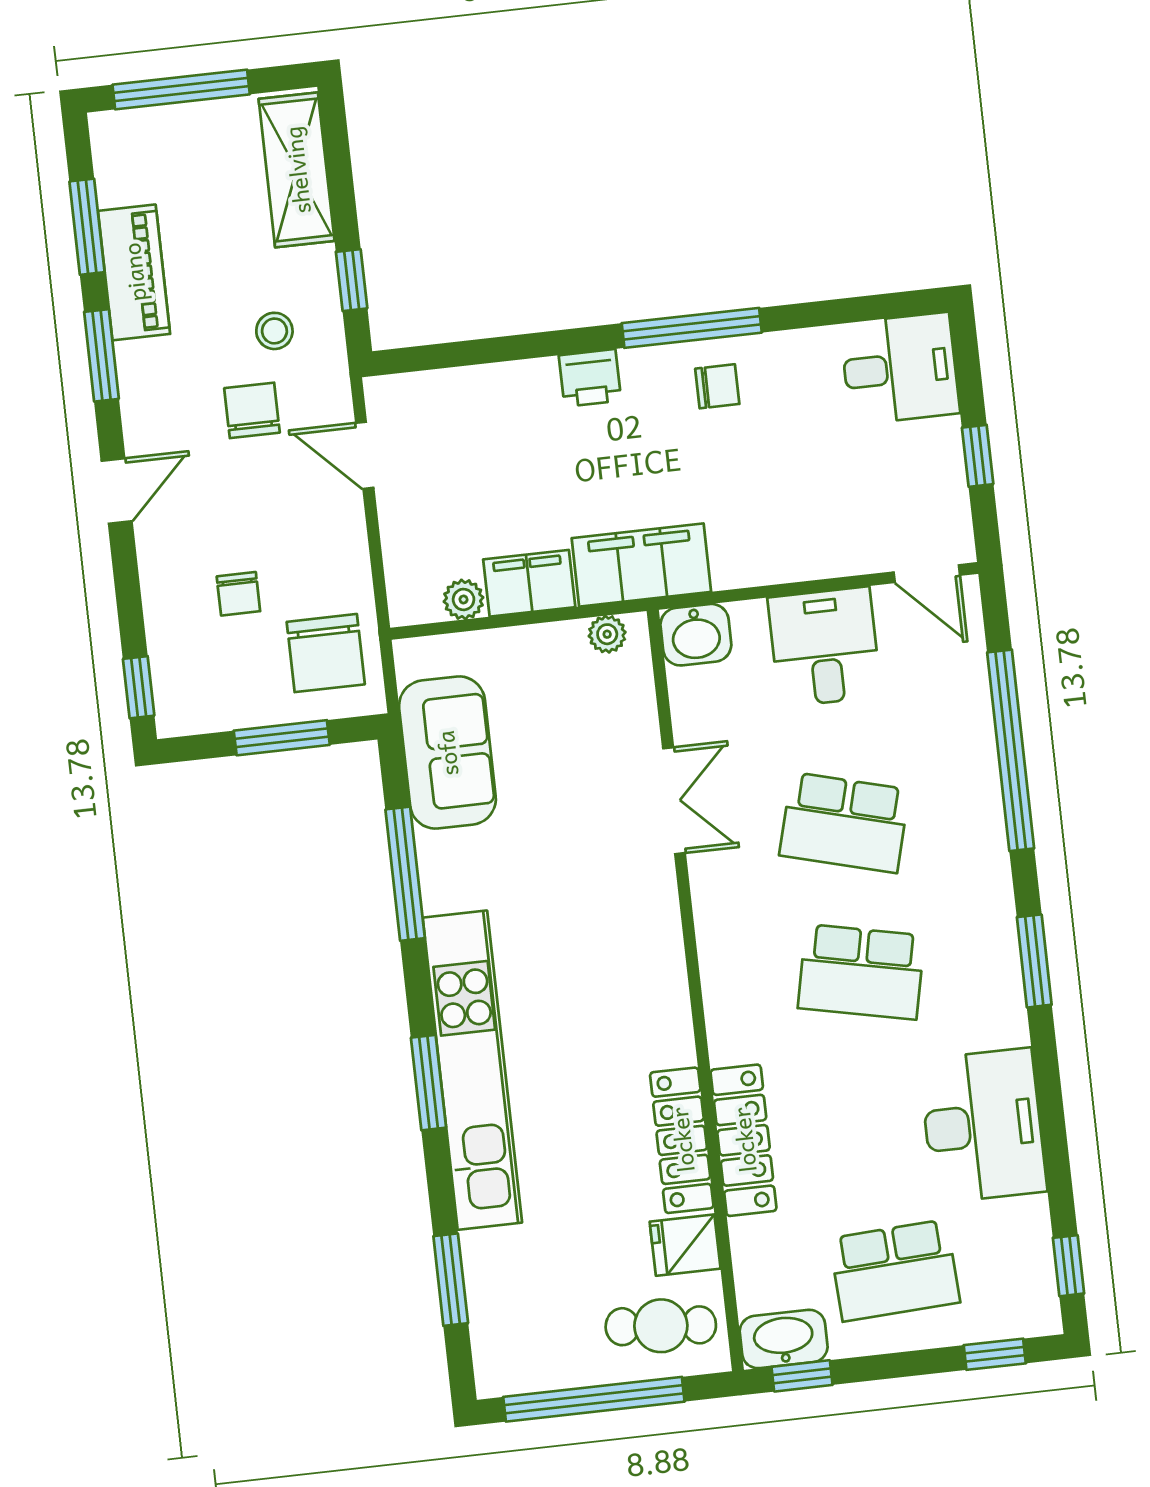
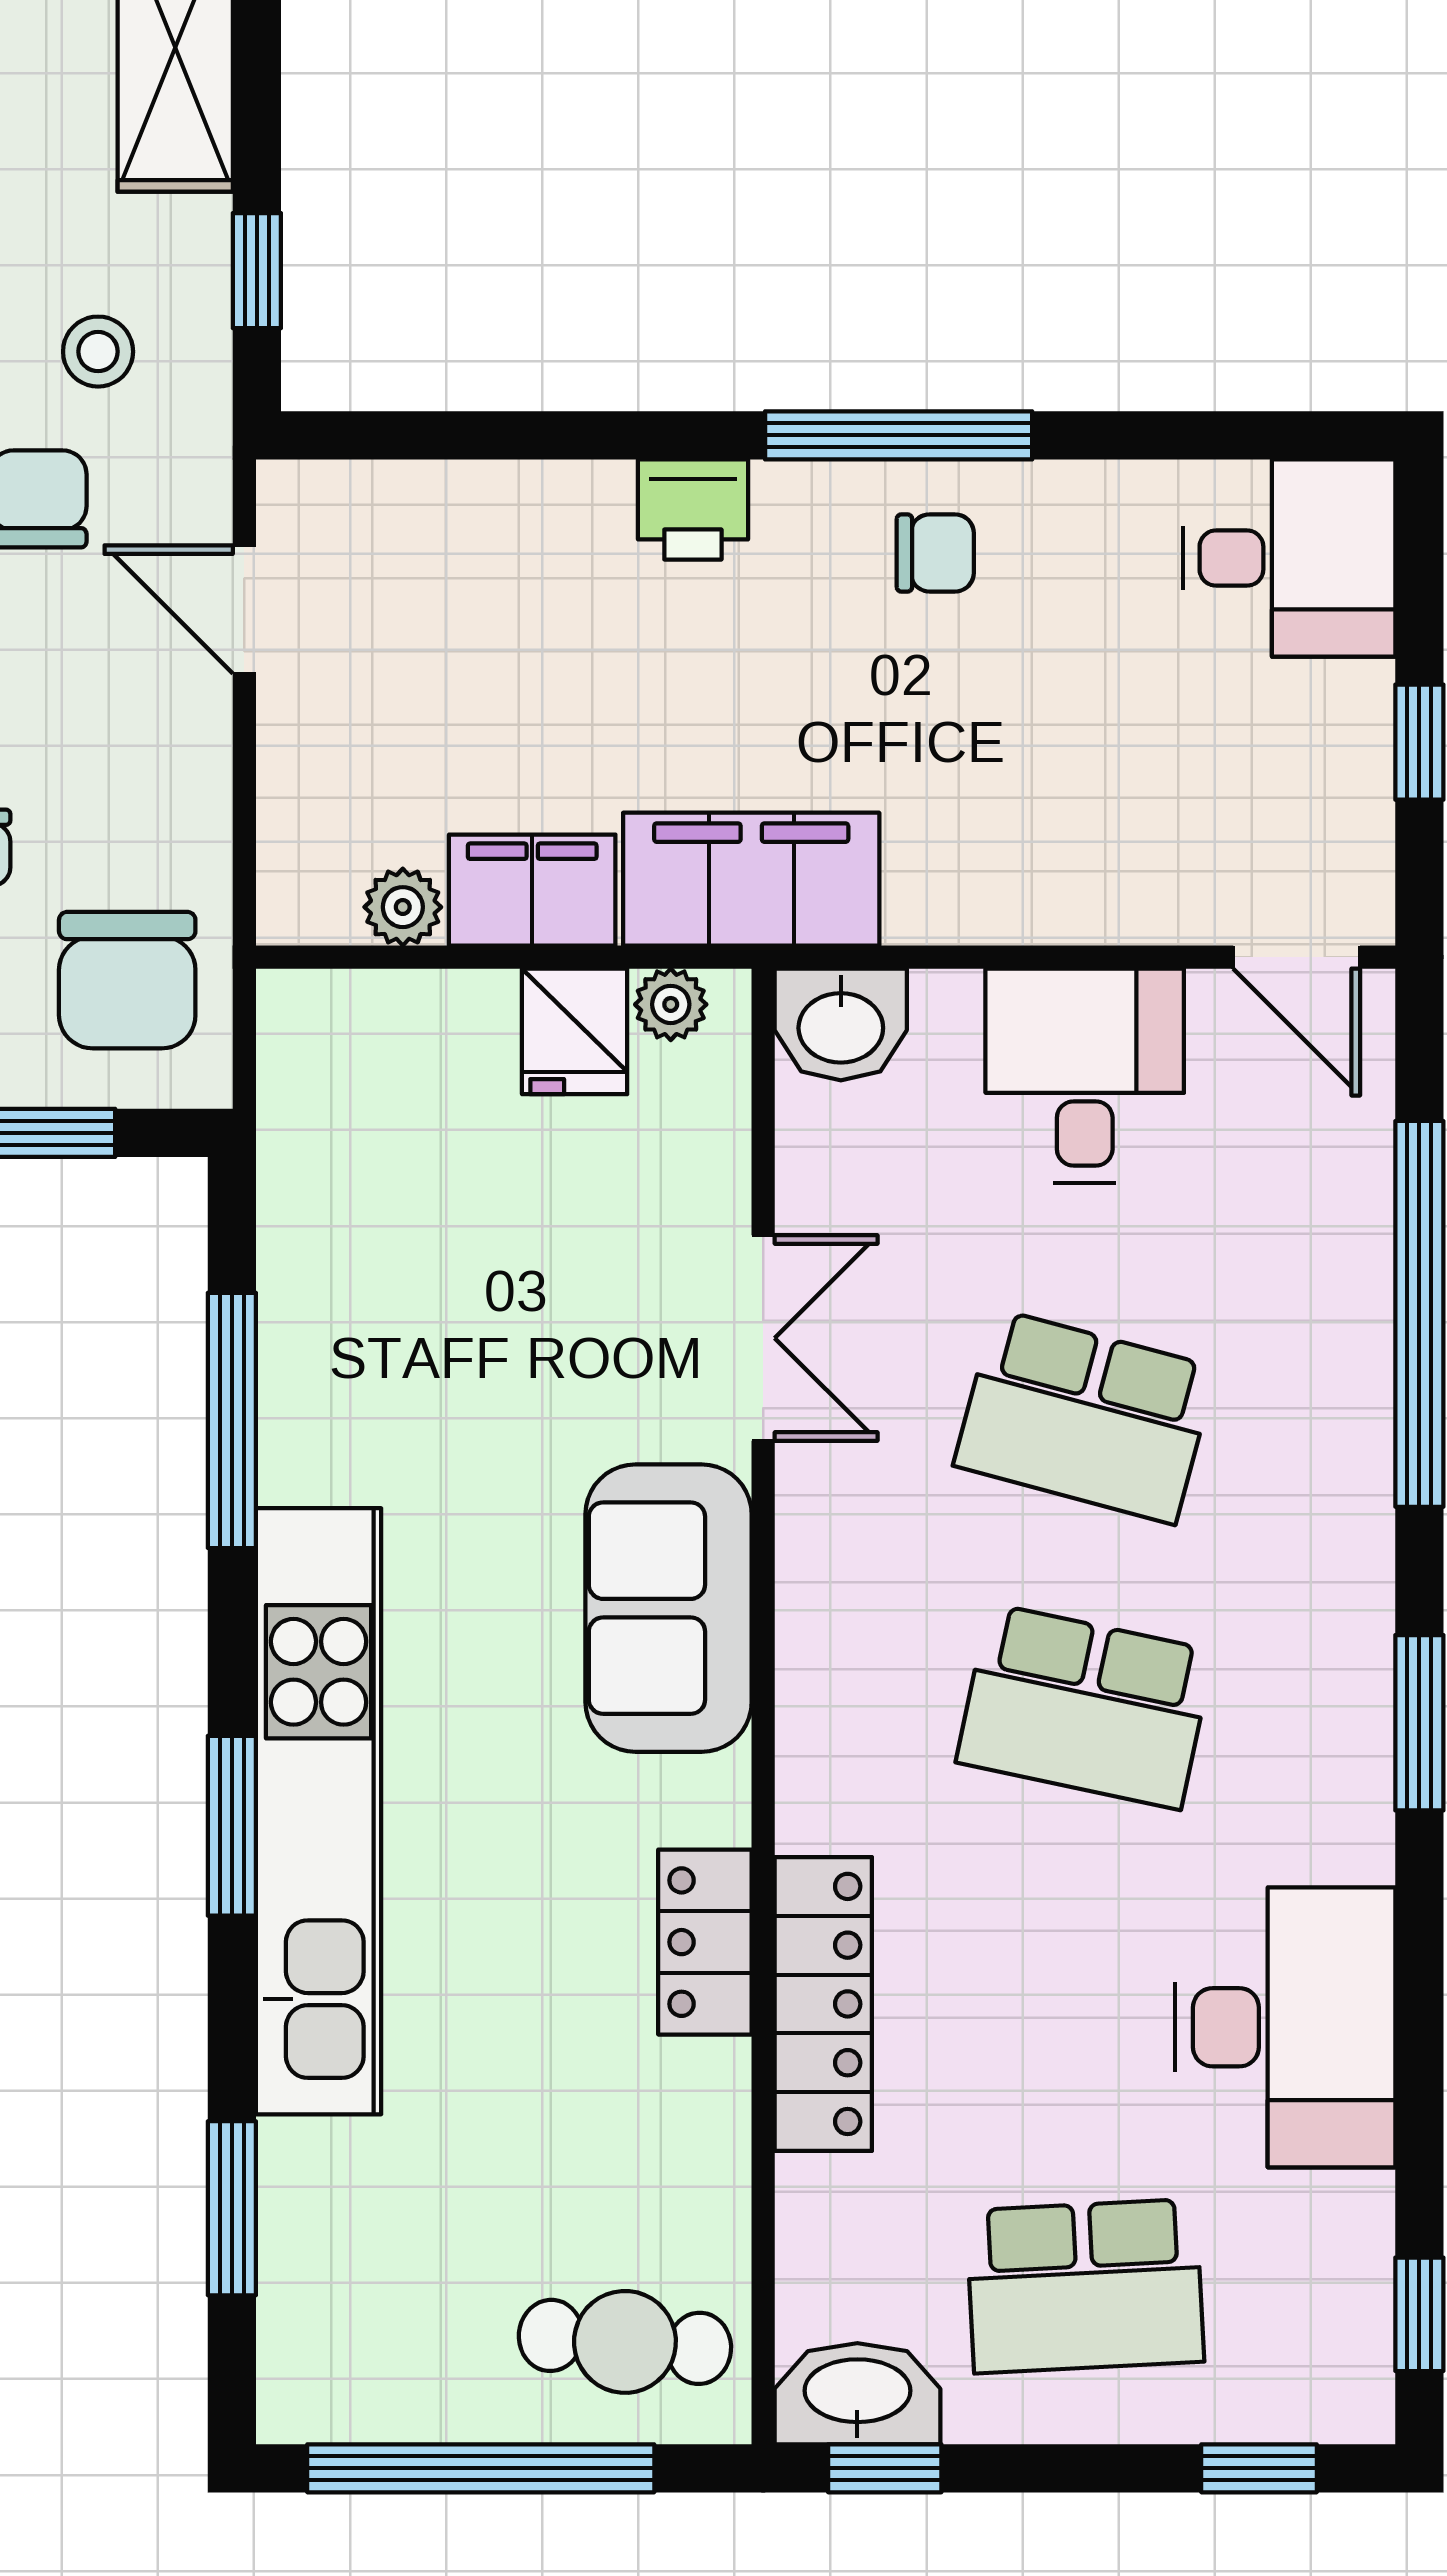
sofa: (447, 753) -> (669, 1608), moved, turned 180
locker: (682, 1140) -> (705, 1942), width x0.66
fridge: (685, 1245) -> (575, 1031), moved, turned -90

